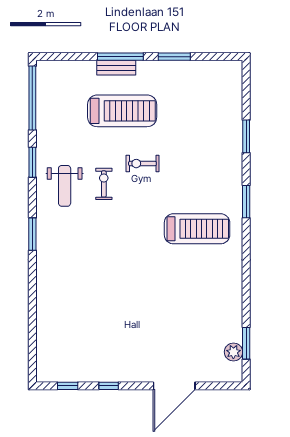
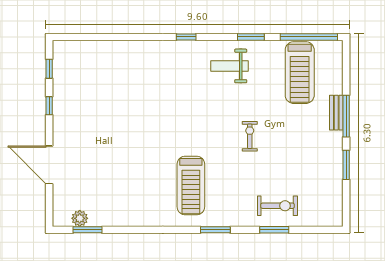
treadmill: (122, 111) -> (300, 73), moved
exercise bike: (104, 184) -> (278, 206), moved, width x1.38, depth x1.39
window: (32, 234) -> (186, 37), width x0.67

